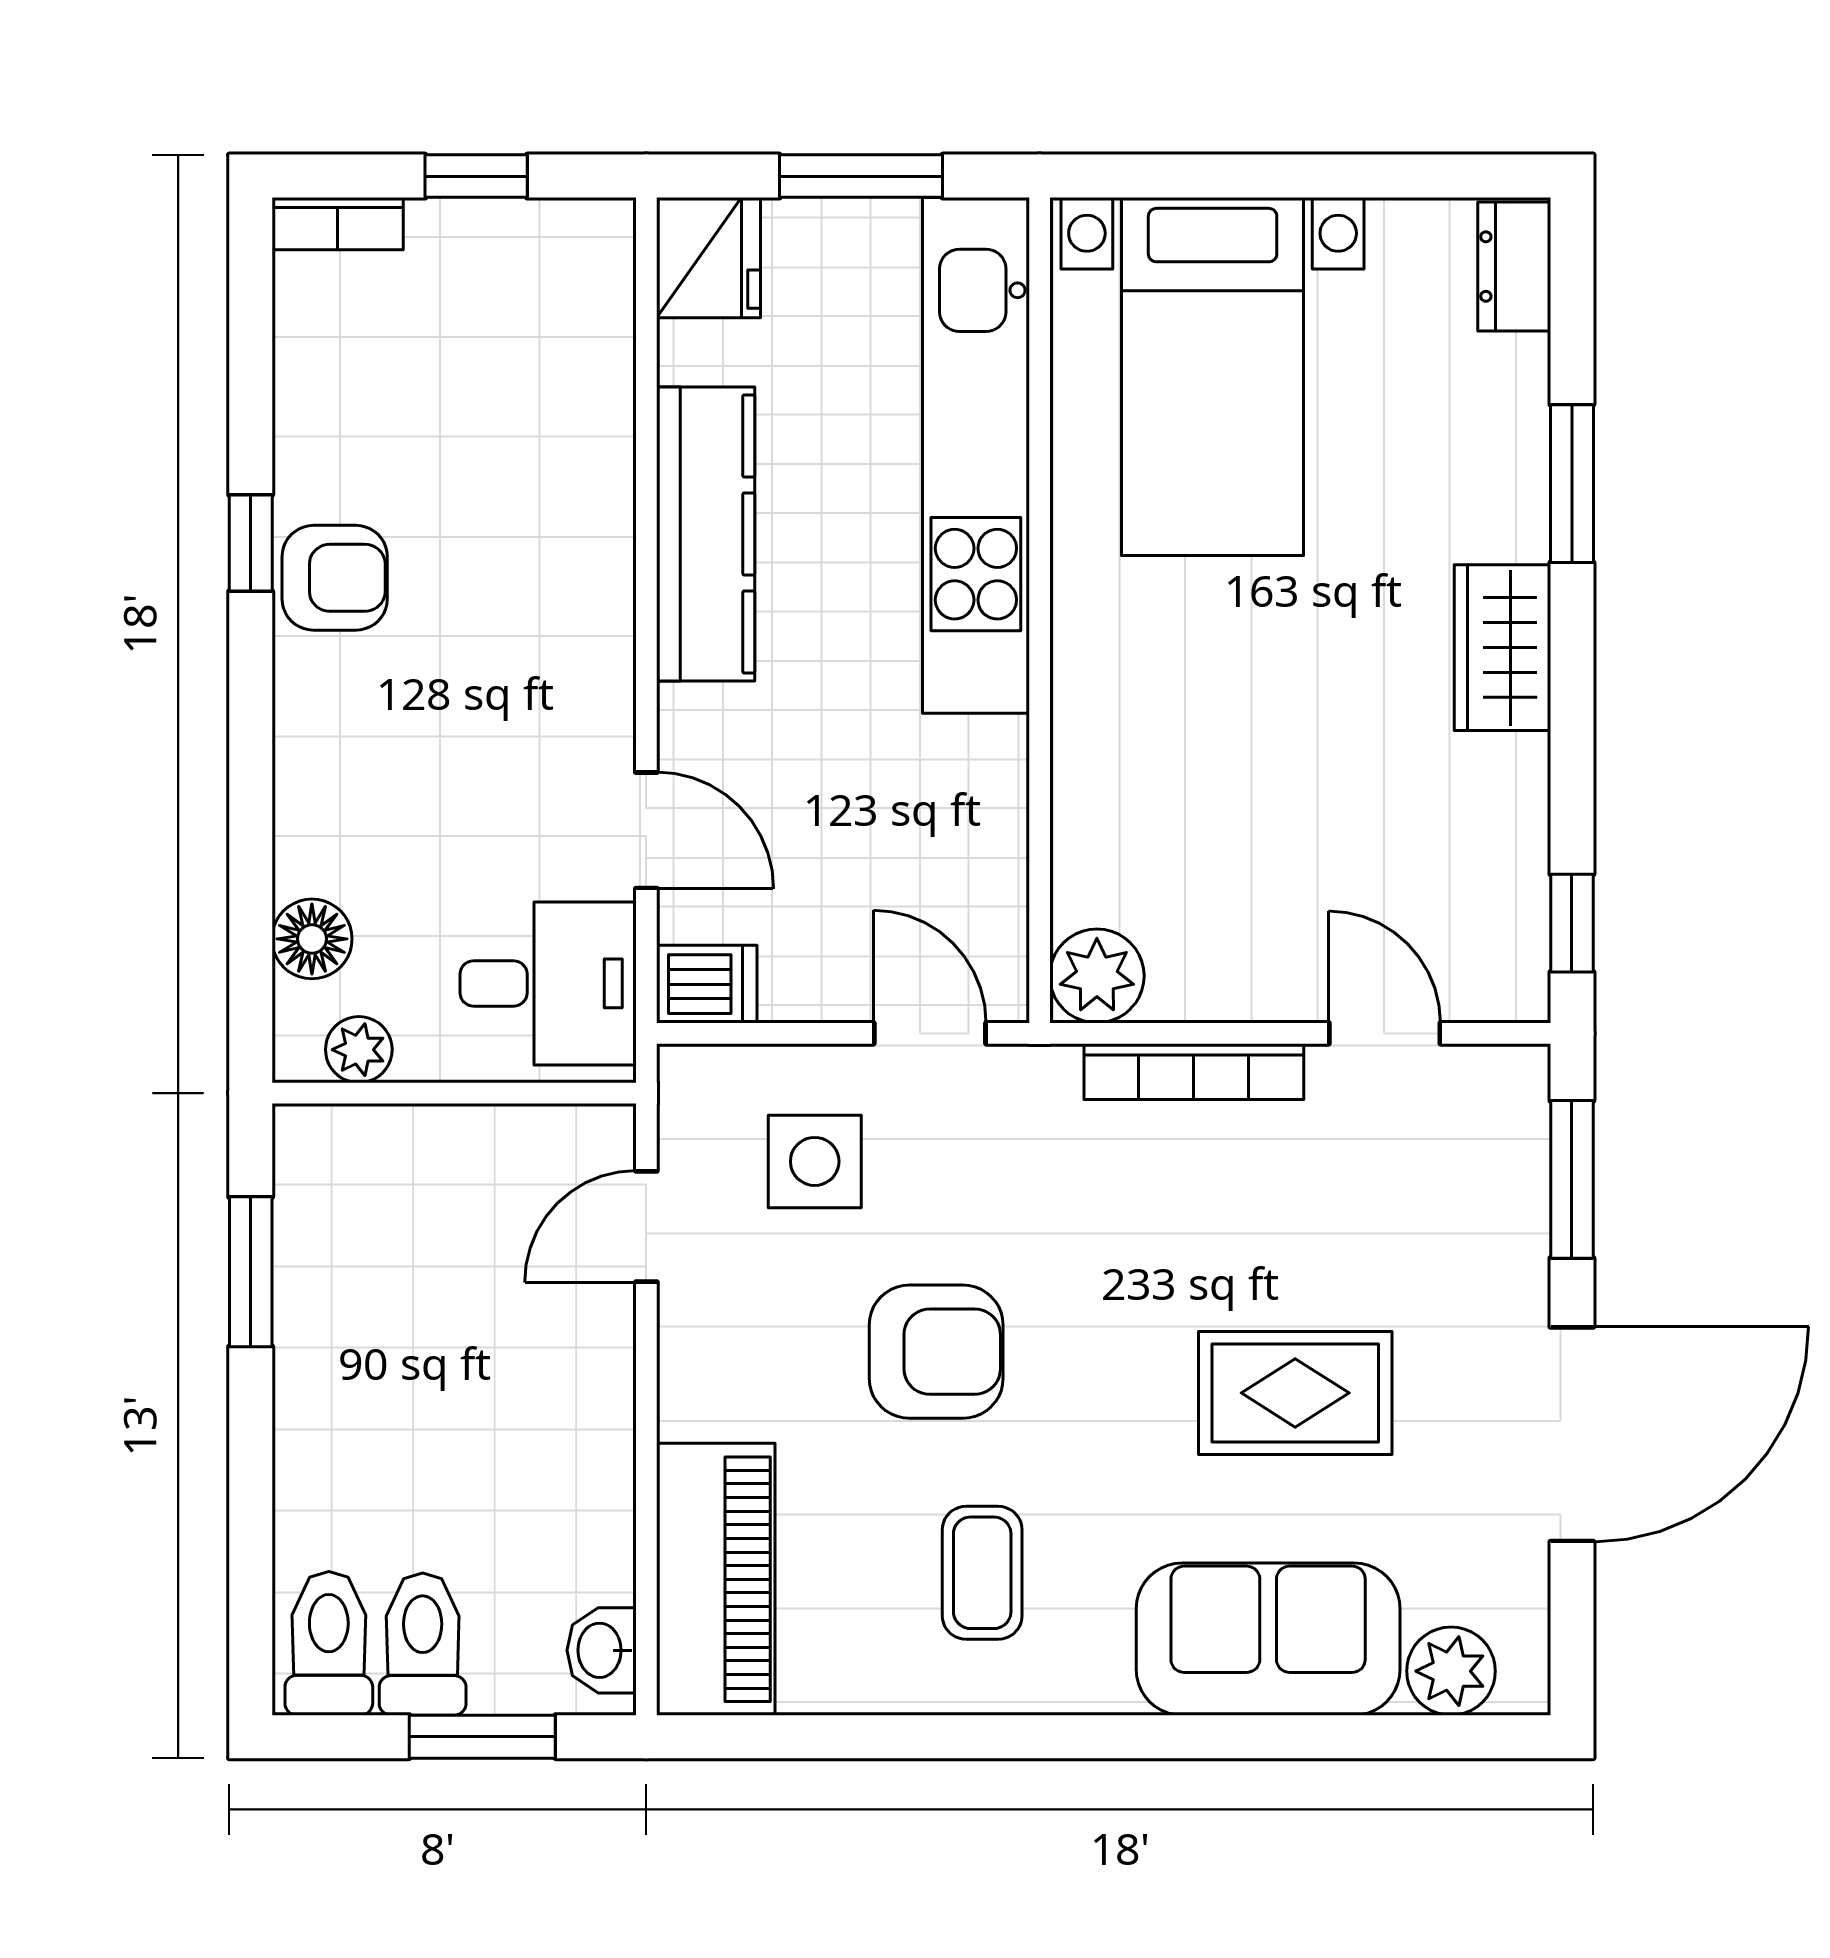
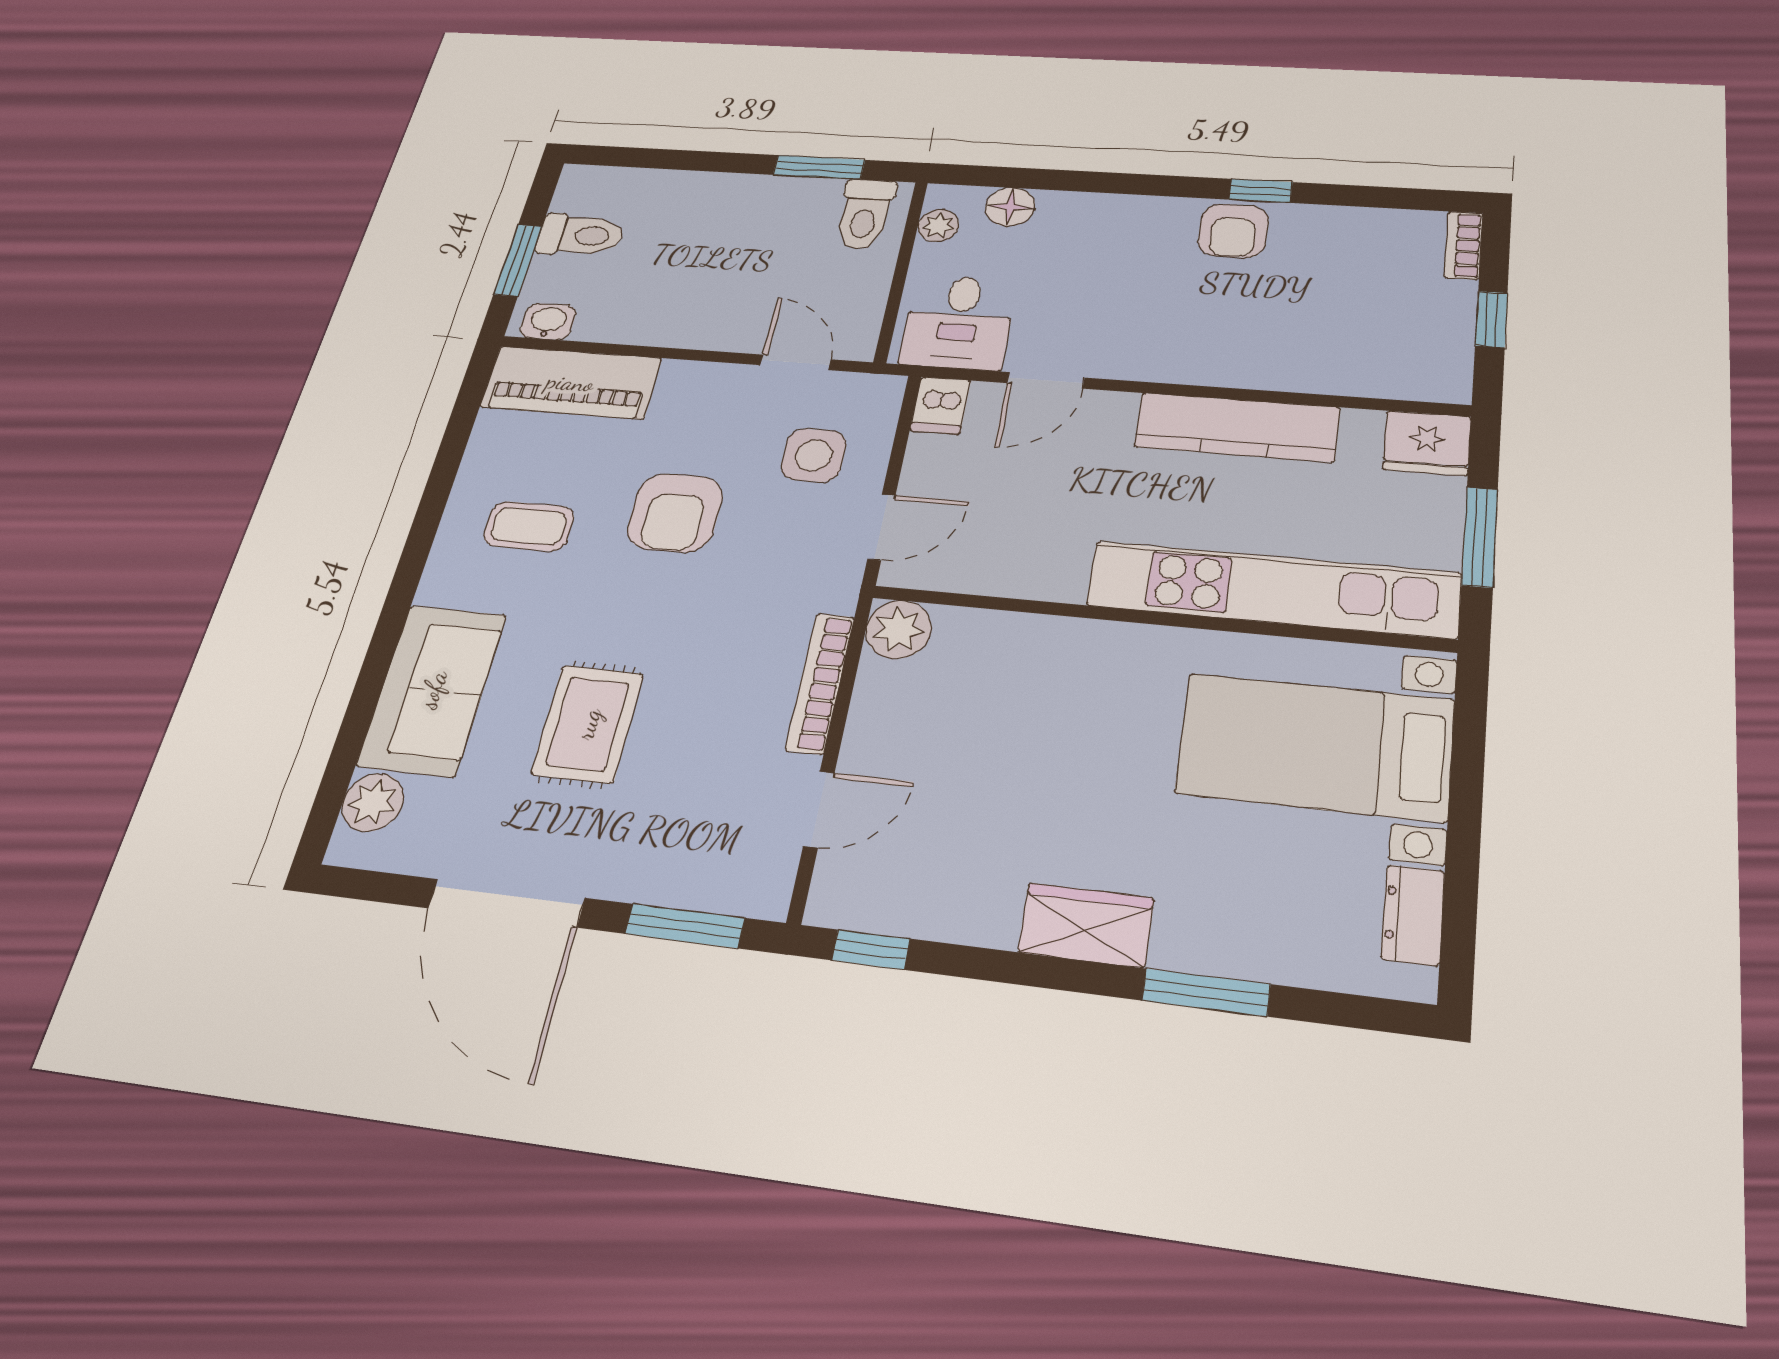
dresser: (1514, 267) -> (1413, 915), moved, turned -90
toilet: (329, 1643) -> (865, 214), moved, turned 90

